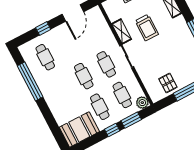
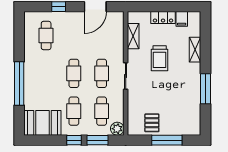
shelving: (122, 31) -> (133, 36), moved
window: (30, 81) -> (19, 83), moved

